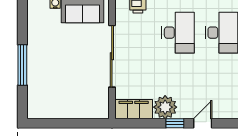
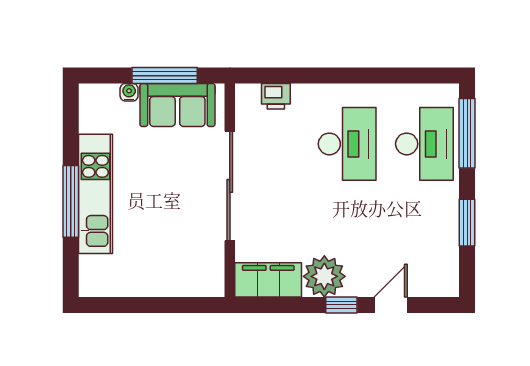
kitchen unit: (36, 61) -> (95, 194), added

